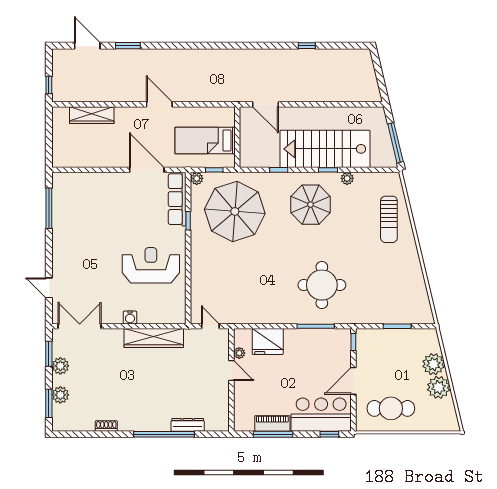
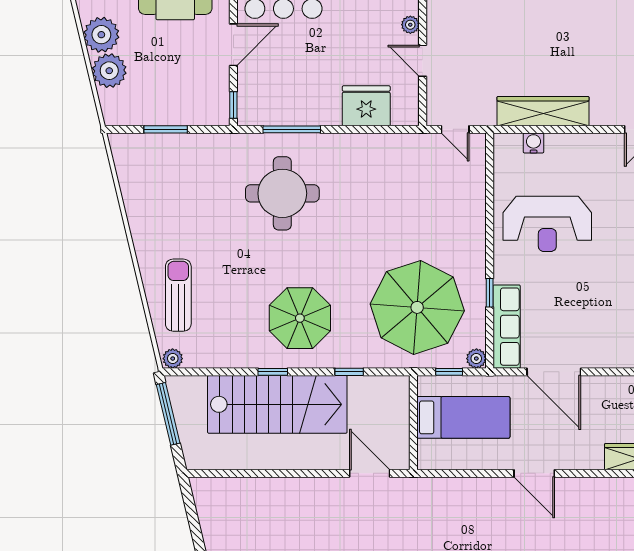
plant: (347, 178) -> (173, 359), moved
water cooler: (130, 317) -> (534, 143), moved
plant: (239, 353) -> (410, 25), moved

